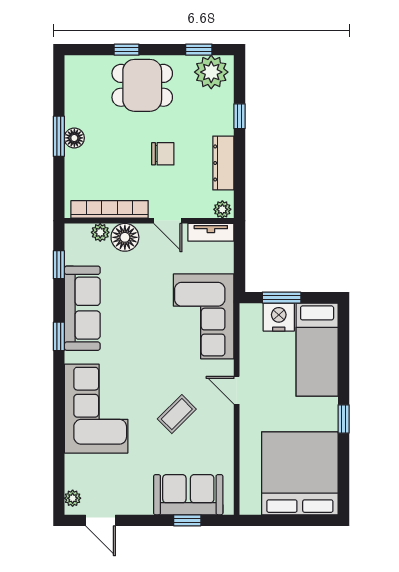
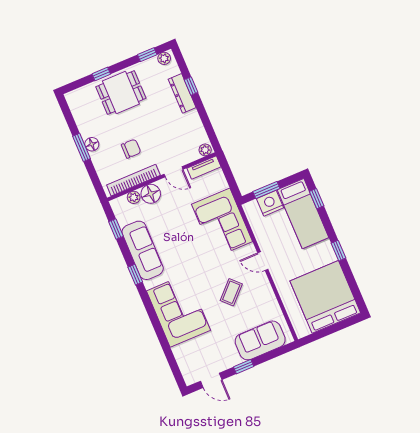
plant: (211, 72) -> (164, 58), width x0.53, depth x0.53
chair: (163, 154) -> (131, 149), moved
dresser: (223, 163) -> (182, 93), moved
window: (344, 337) -> (317, 199), added
plant: (73, 498) -> (188, 374), removed
window: (187, 520) -> (244, 367), moved

